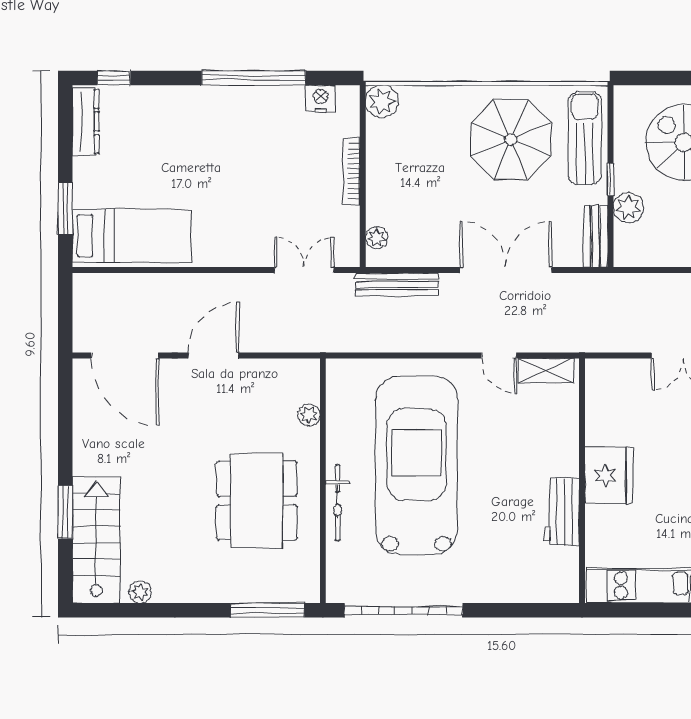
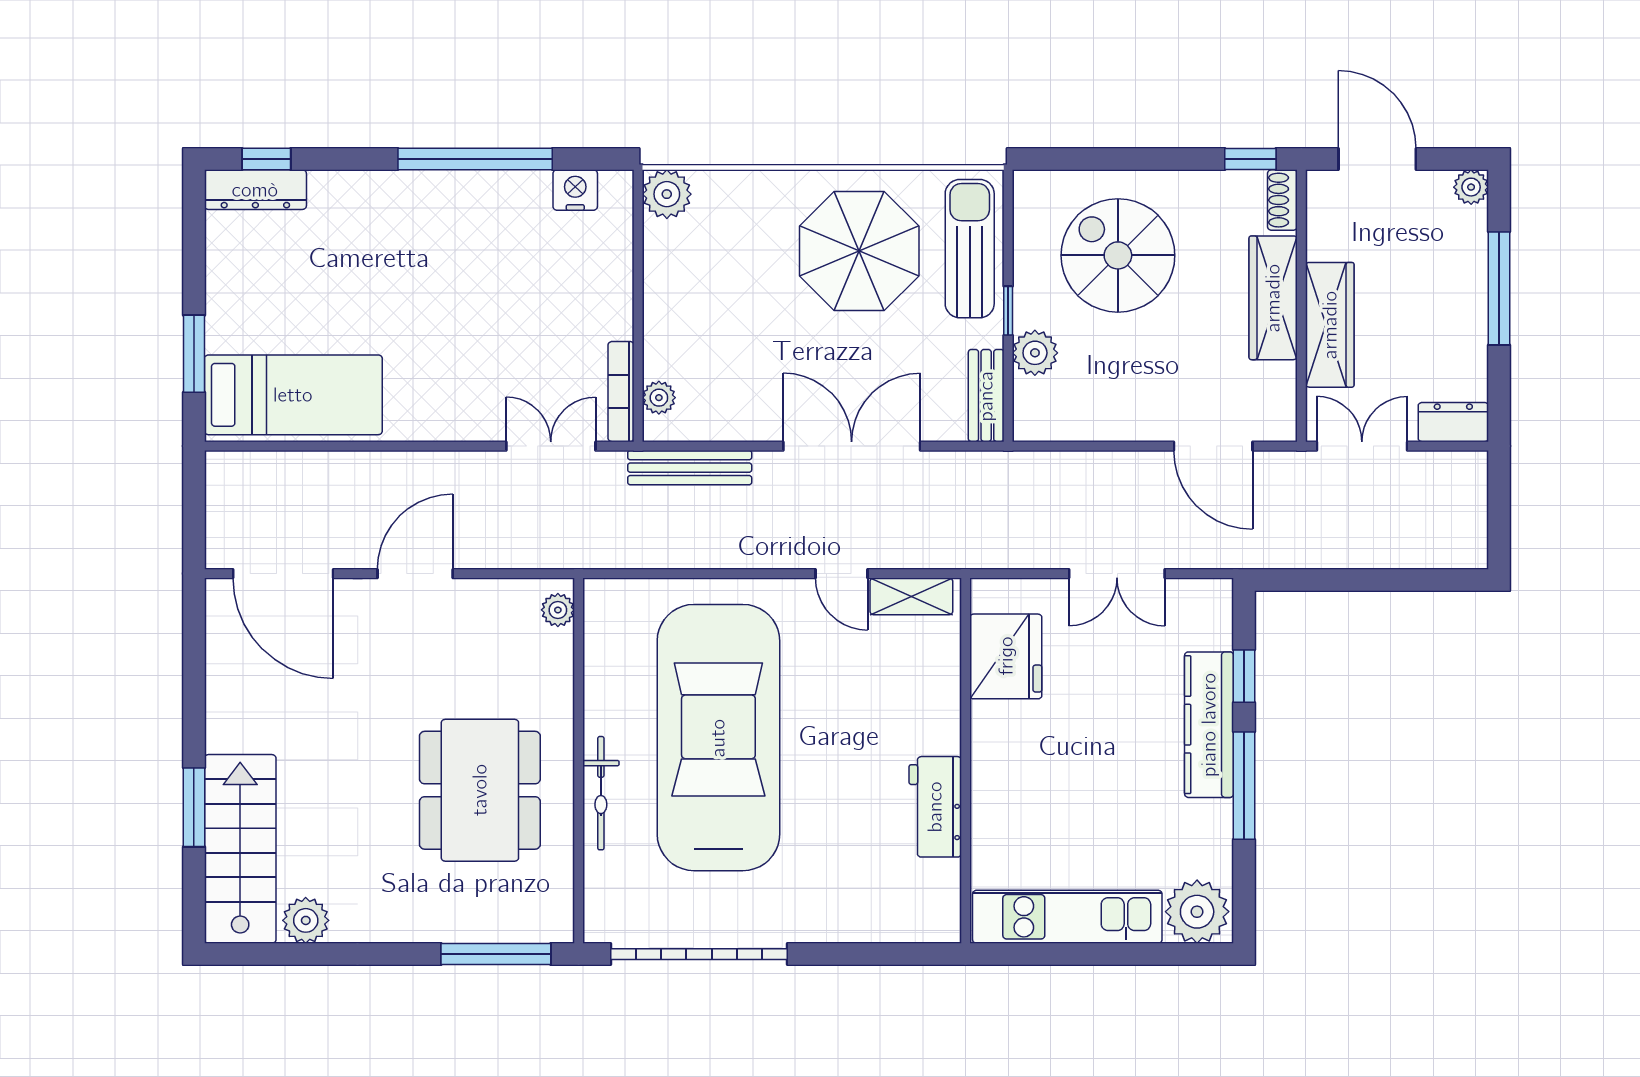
dresser: (86, 121) -> (255, 190), moved, turned 90
bookcase: (351, 171) -> (621, 392), moved
plant: (309, 415) -> (558, 610), moved
fridge: (609, 476) -> (1006, 656), moved
plant: (140, 592) -> (306, 920), width x1.38, depth x1.38

